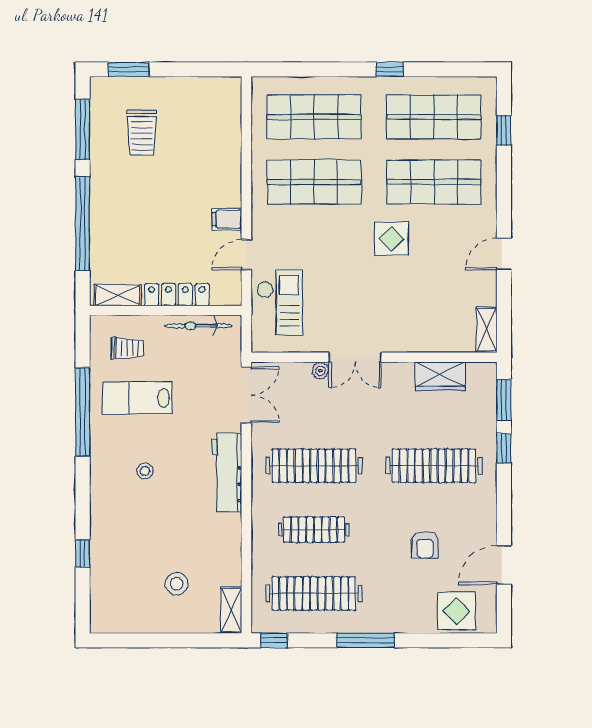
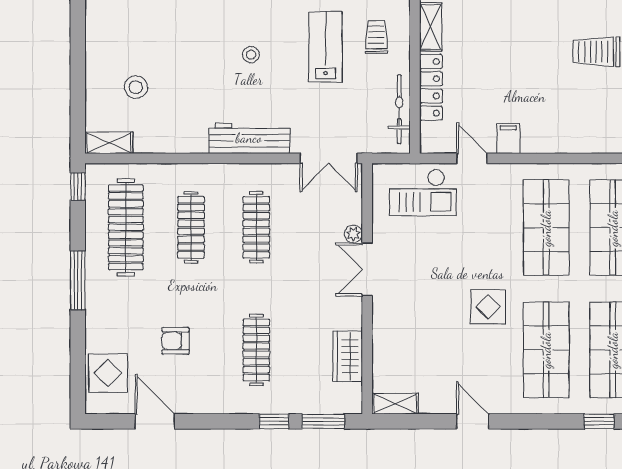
trolley: (128, 348) -> (376, 37), turned 180
clothes rail: (314, 466) -> (256, 227), width x0.73, depth x0.76
clothes rail: (434, 466) -> (256, 350), width x0.73, depth x0.76

